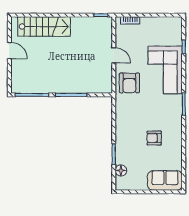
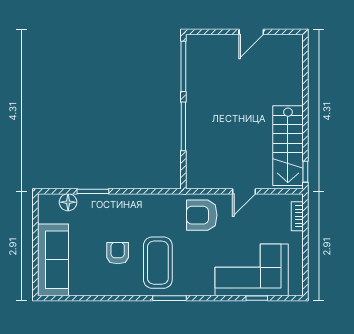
stairs: (44, 26) -> (288, 146), moved
corner sofa: (165, 70) -> (252, 270), moved
coffee table: (160, 112) -> (158, 263), added
sofa: (165, 180) -> (53, 260), width x1.36

